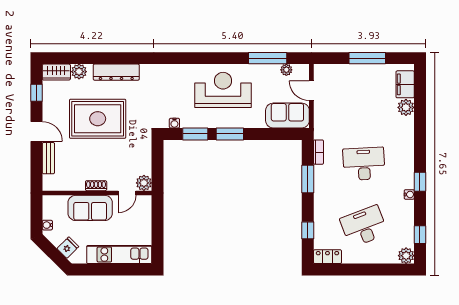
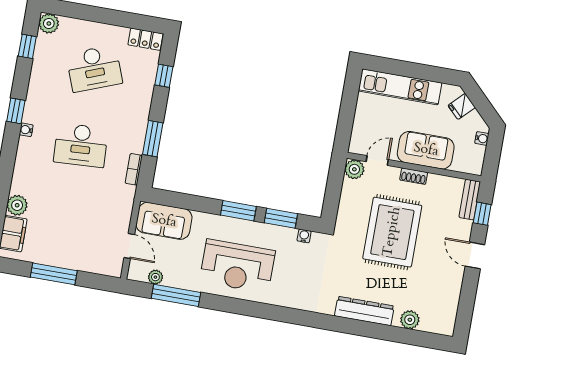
wardrobe: (56, 72) -> (438, 324), removed
window: (37, 93) -> (482, 214), moved
rug: (98, 119) -> (392, 232), moved, turned 90
bench: (48, 158) -> (470, 200), moved
water cooler: (409, 194) -> (26, 130), moved

